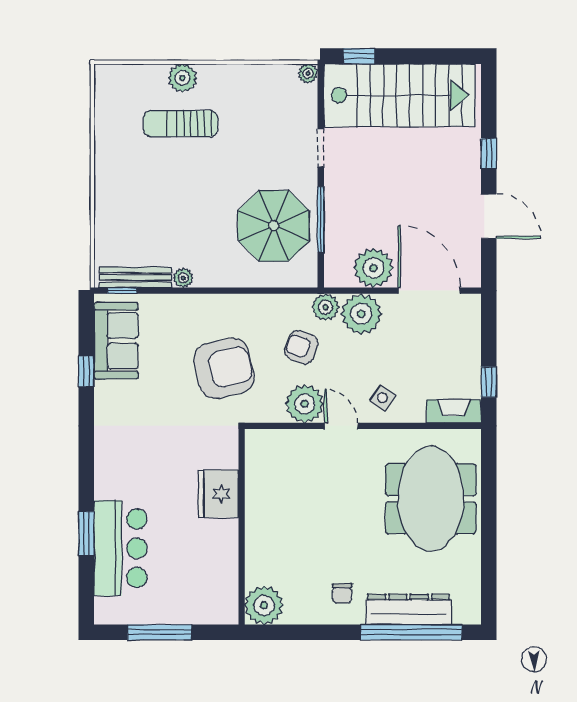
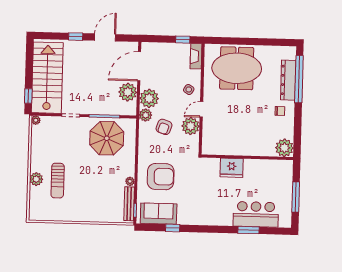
armchair: (224, 368) -> (161, 177), moved, turned 103

